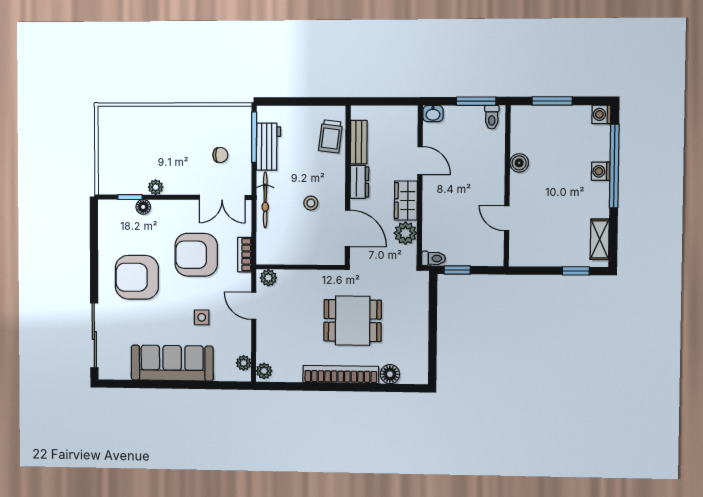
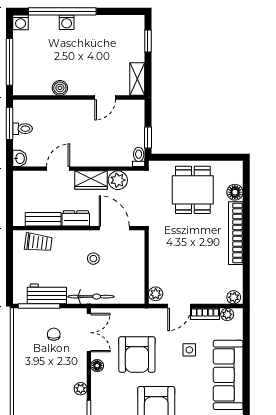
window: (552, 101) -> (10, 62), width x1.44
toilet: (492, 117) -> (23, 129), moved
floor lamp: (143, 207) -> (97, 366), moved
door: (348, 228) -> (114, 228), hinge flipped
shelving: (600, 239) -> (137, 79), moved, turned 90
bookcase: (245, 255) -> (205, 314), moved
dining table: (353, 321) -> (193, 190), moved

